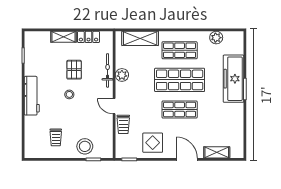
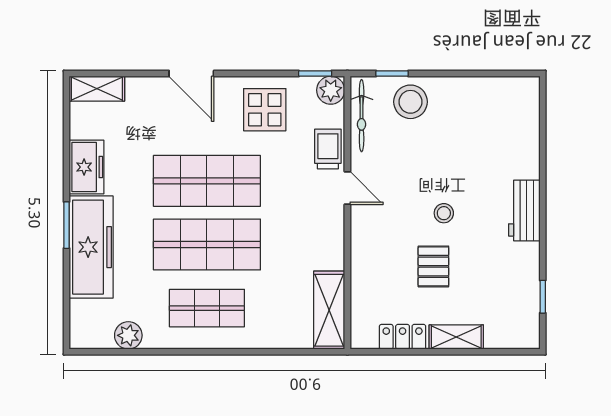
shelving: (140, 38) -> (329, 310), moved, turned 90
bicycle: (108, 70) -> (362, 116), moved
plant: (122, 75) -> (331, 90), moved
workbench: (32, 96) -> (524, 210), width x0.73
shop shelf: (180, 110) -> (207, 181), width x1.43, depth x1.36
freezer: (236, 116) -> (87, 167), added
trolley: (56, 137) -> (473, 121), removed
shelving: (217, 152) -> (97, 89), moved

